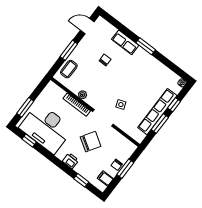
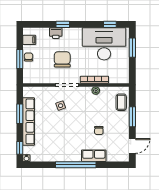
window: (146, 46) -> (76, 165), width x2.11
window: (174, 105) -> (20, 148), moved
chair: (91, 142) -> (62, 59), turned 148
printer: (70, 161) -> (56, 33), moved
window: (81, 180) -> (63, 24), moved

